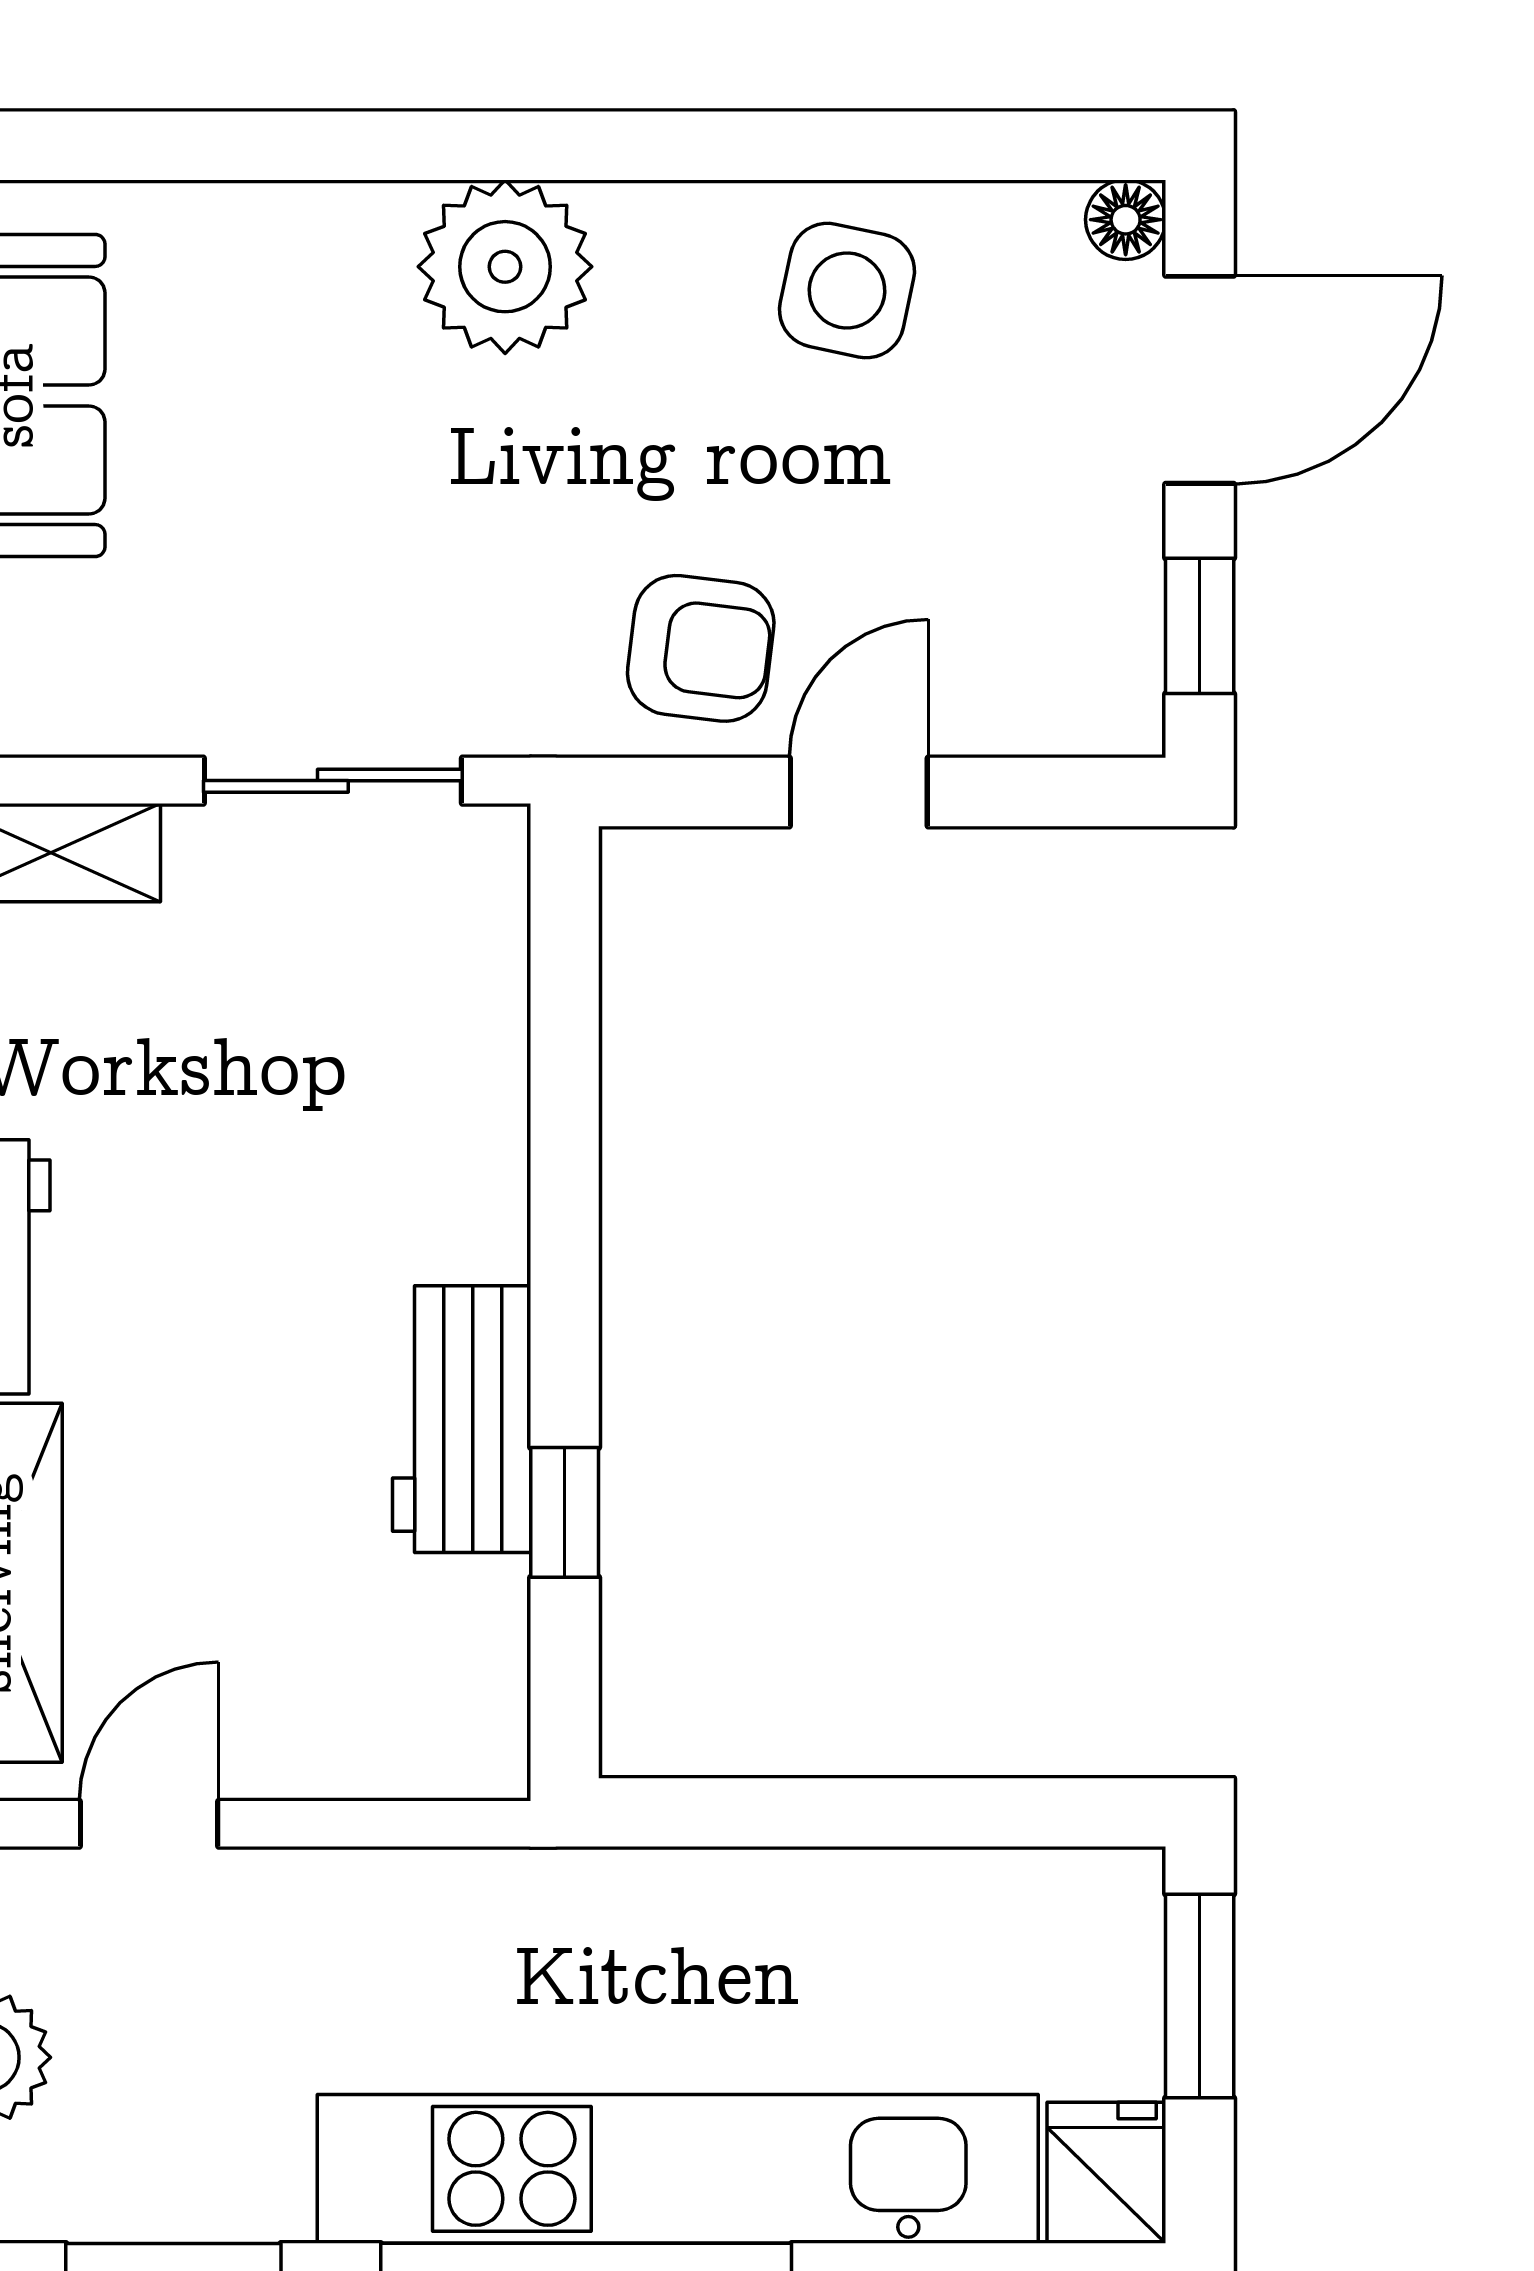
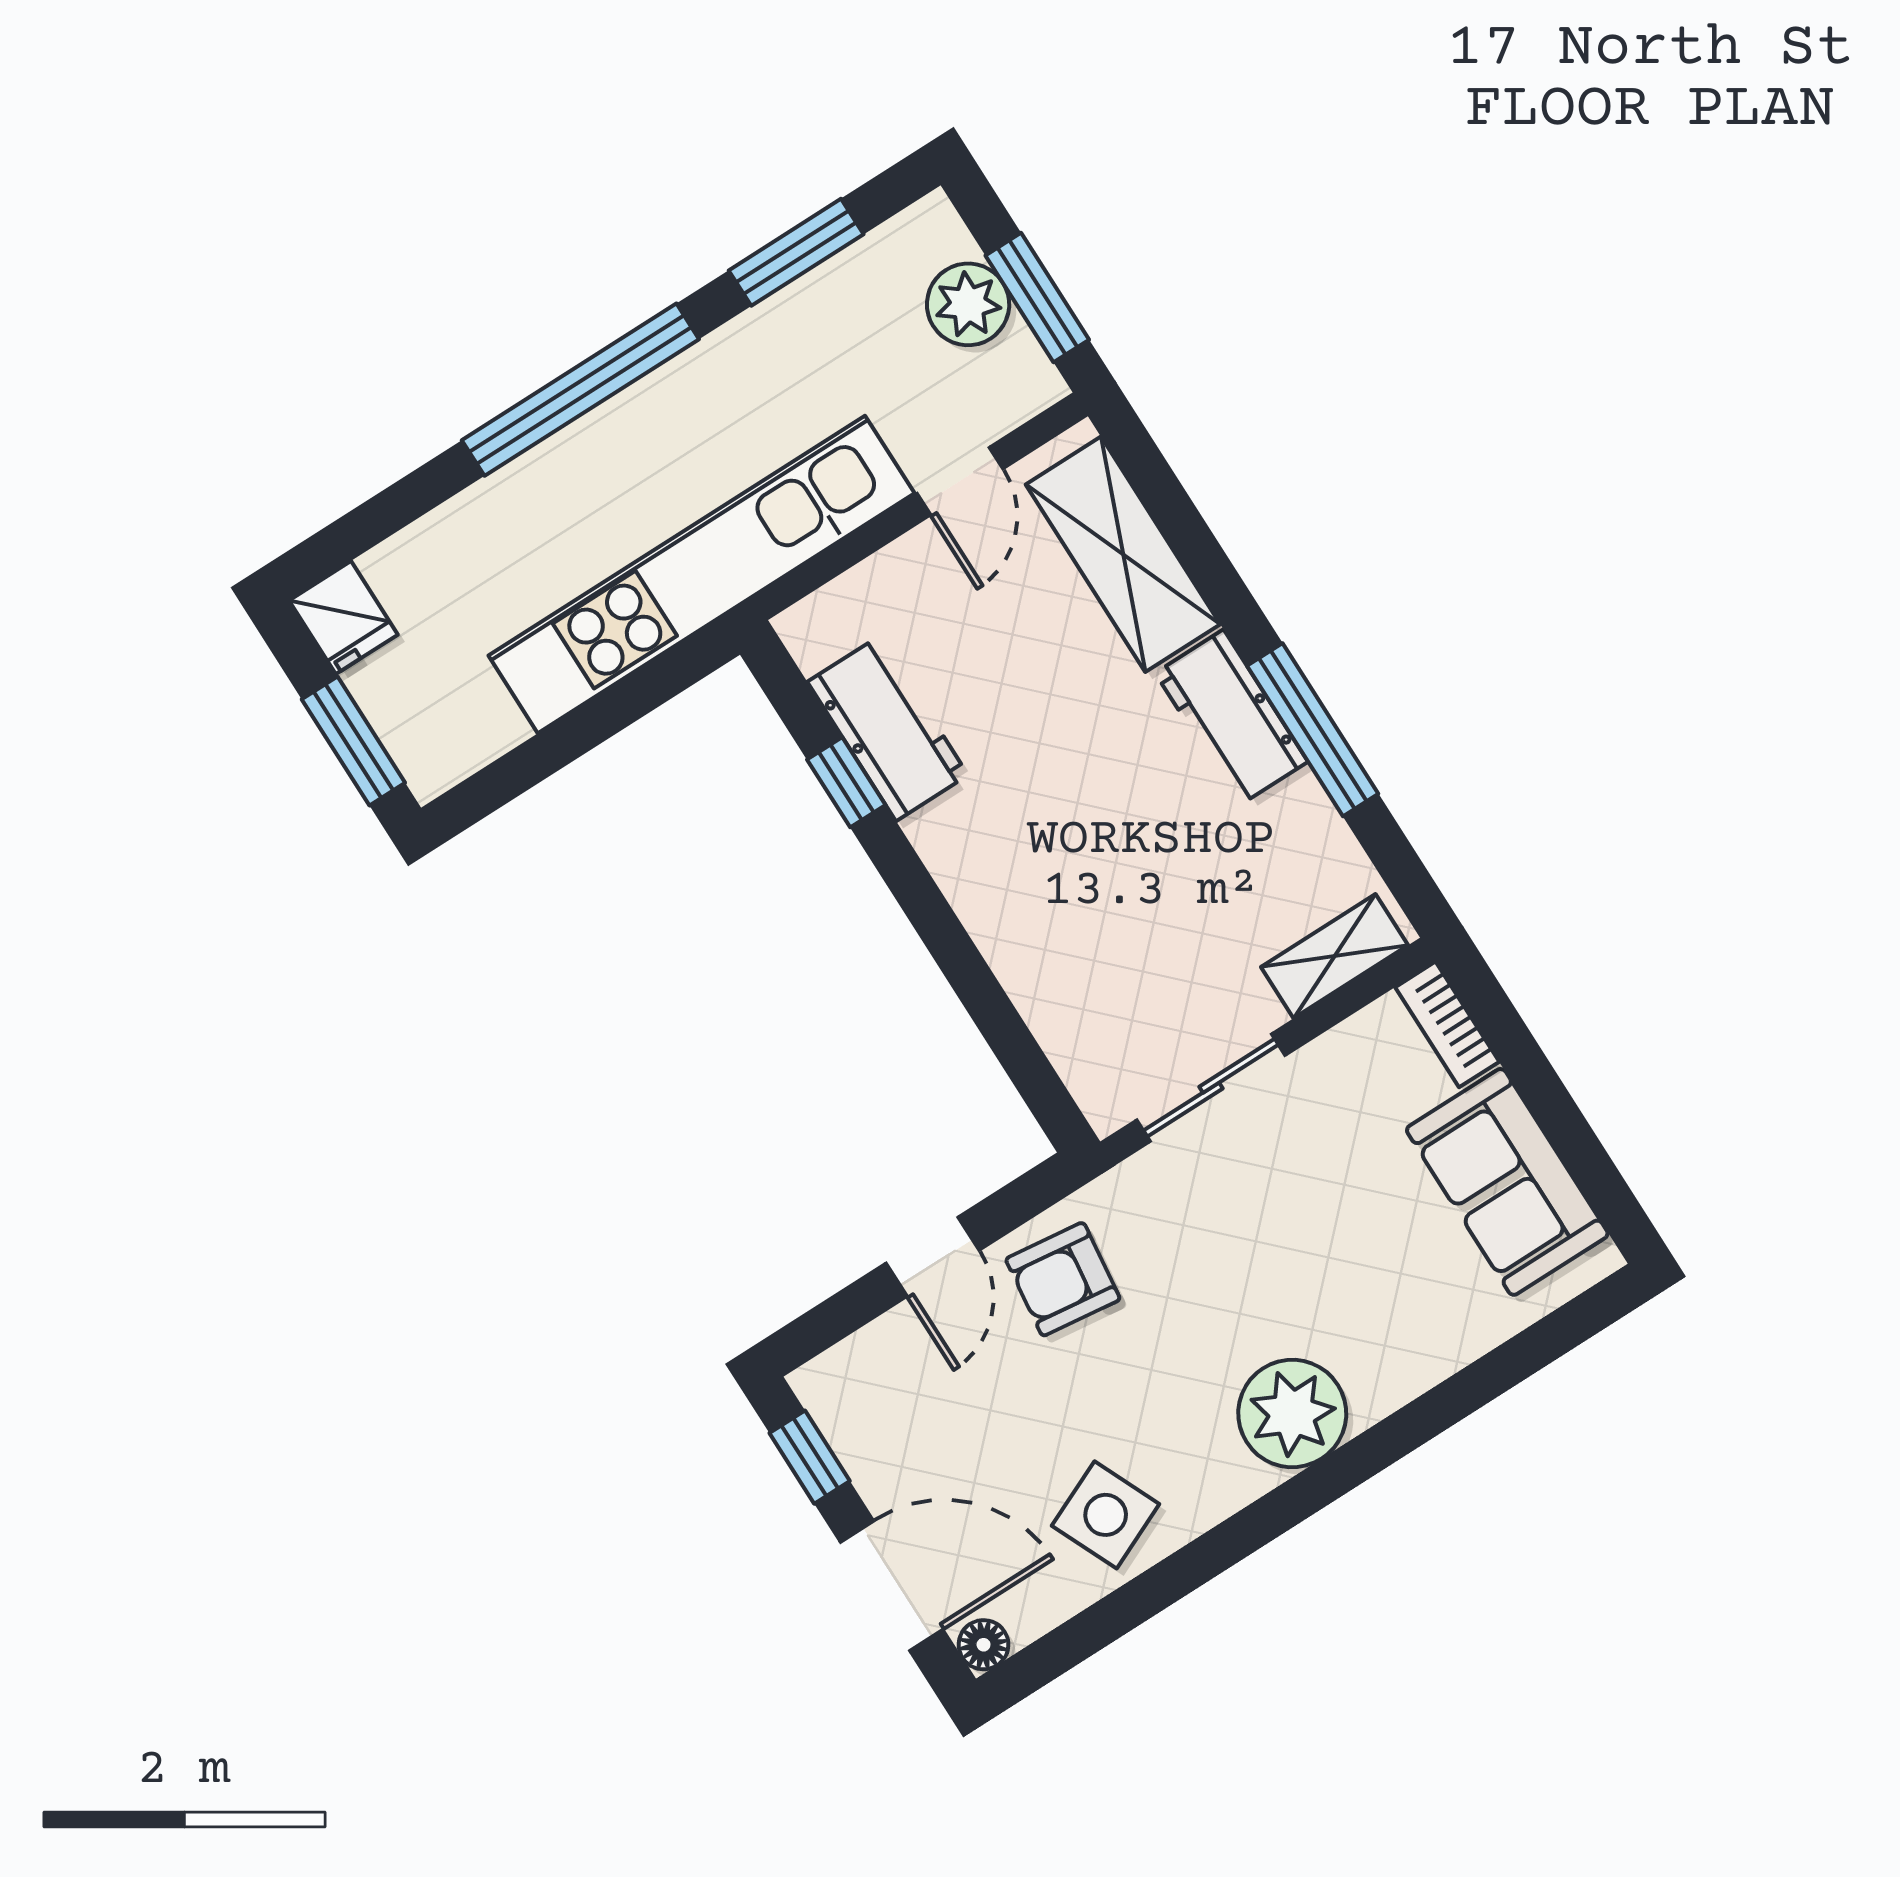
side table: (847, 291) -> (1106, 1515), turned -36
door: (1200, 380) -> (892, 1586), swing flipped
workbench: (462, 1419) -> (888, 728), moved
kitchen unit: (678, 2169) -> (701, 574), moved, turned 180

